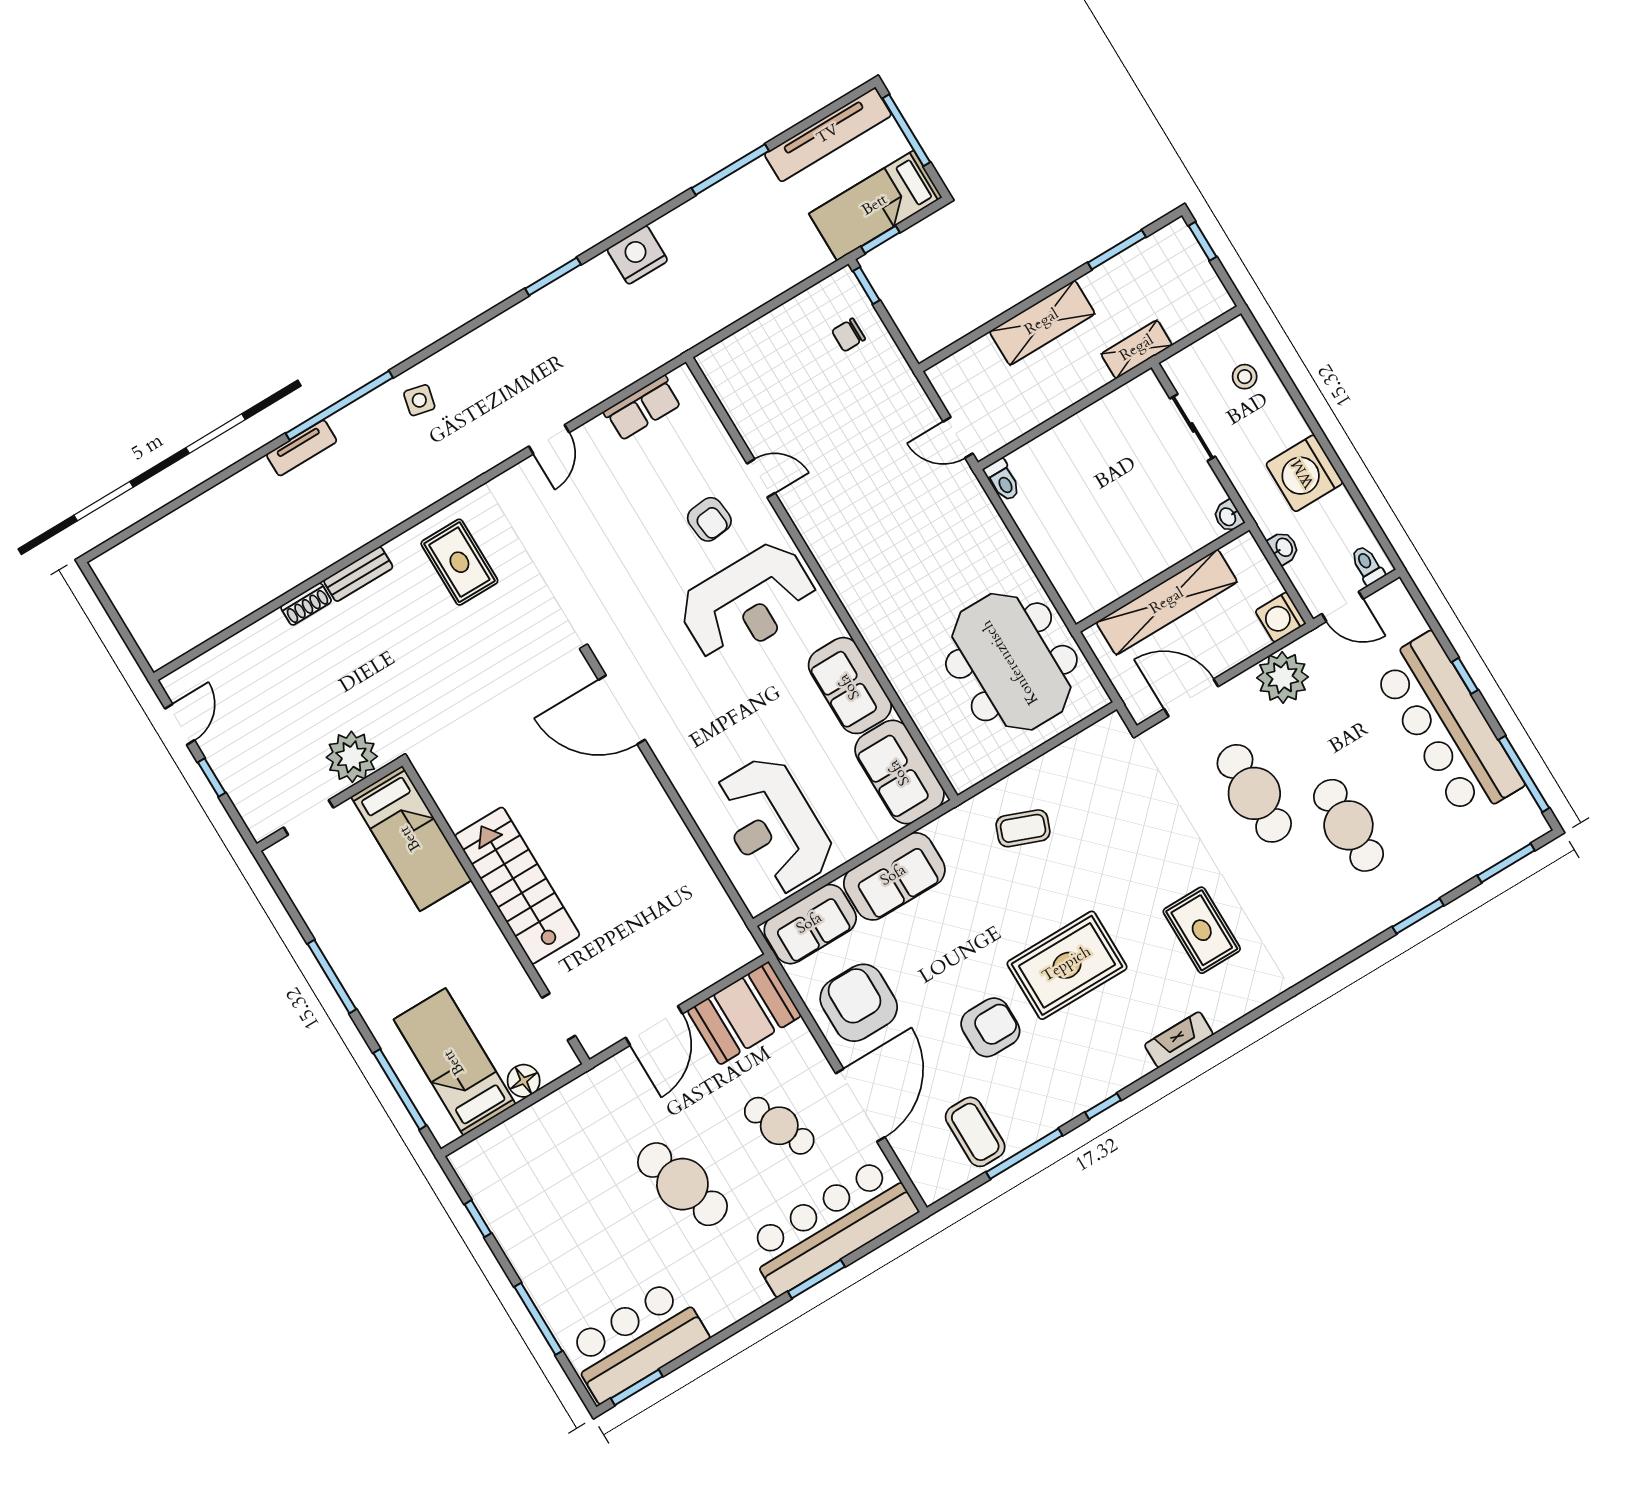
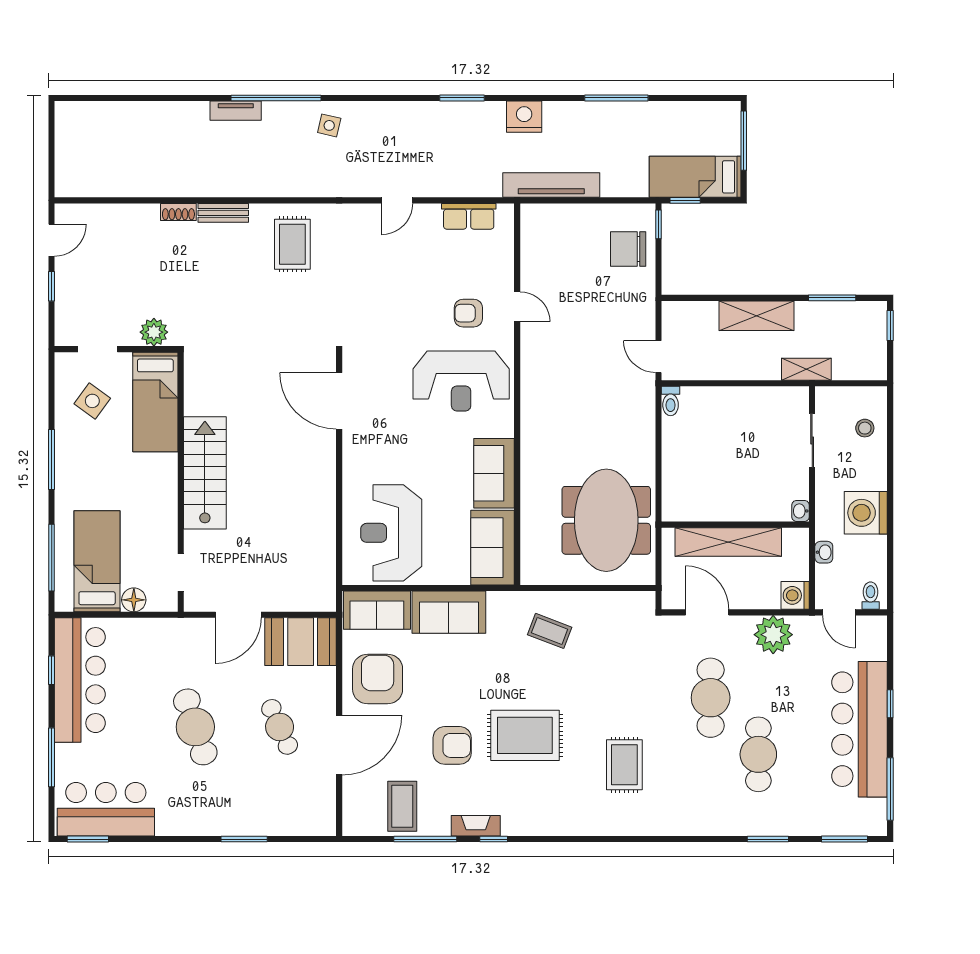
tv unit: (828, 135) -> (551, 185), moved, turned 180
chair: (849, 335) -> (628, 249), width x1.87, depth x1.87
armchair: (709, 519) -> (468, 313), turned 96
plant: (352, 757) -> (154, 332), width x0.73, depth x0.73
side table: (338, 881) -> (92, 401), added
fireplace: (1179, 1040) -> (476, 826), moved
bar counter: (831, 1226) -> (80, 680), moved, turned 90

